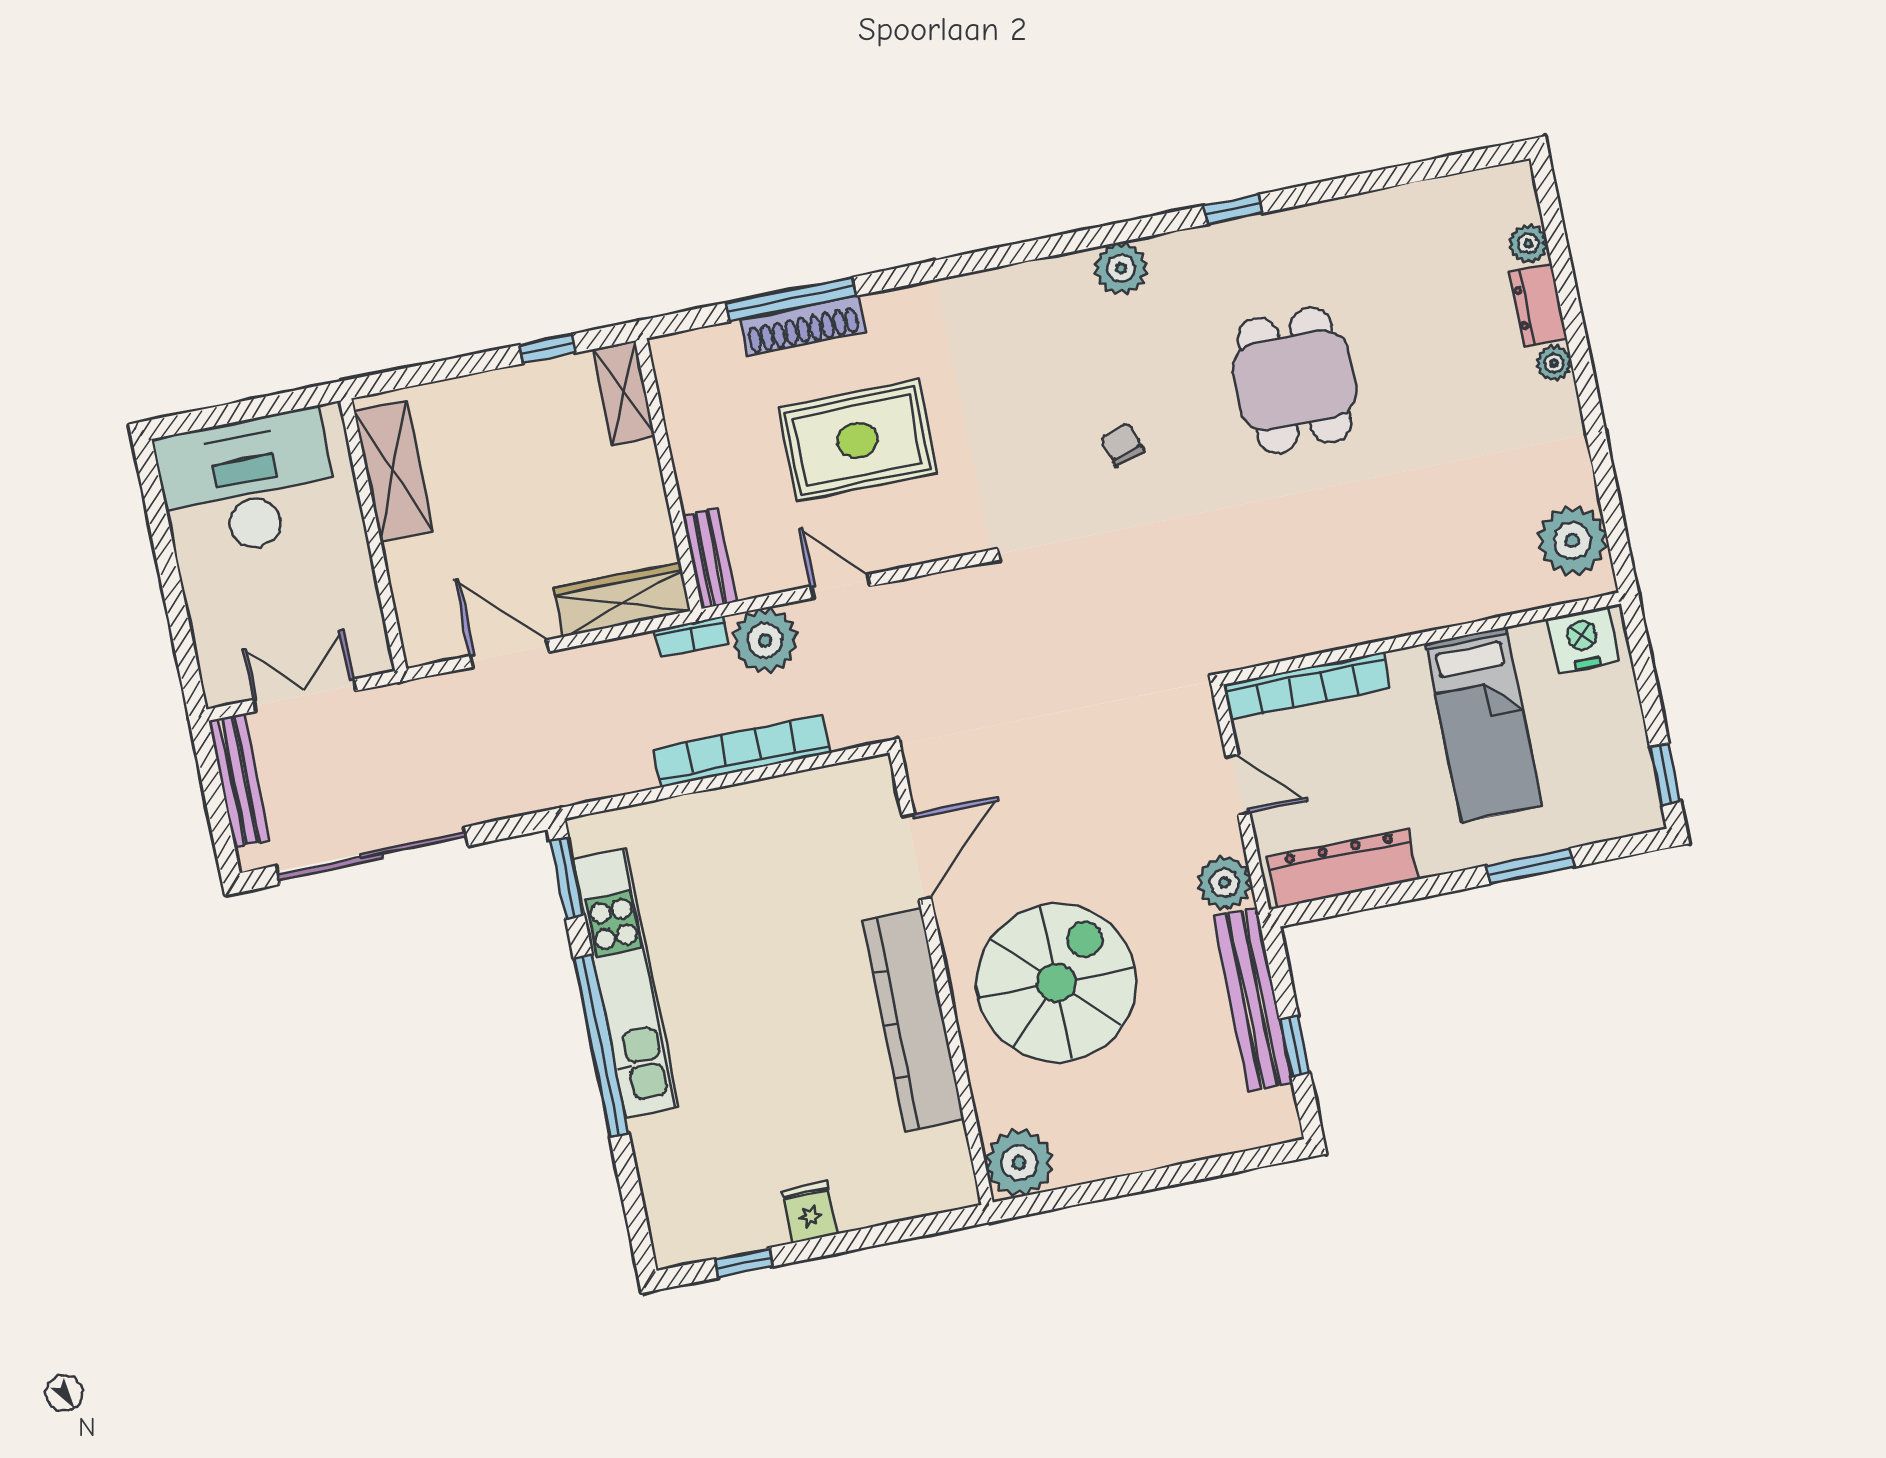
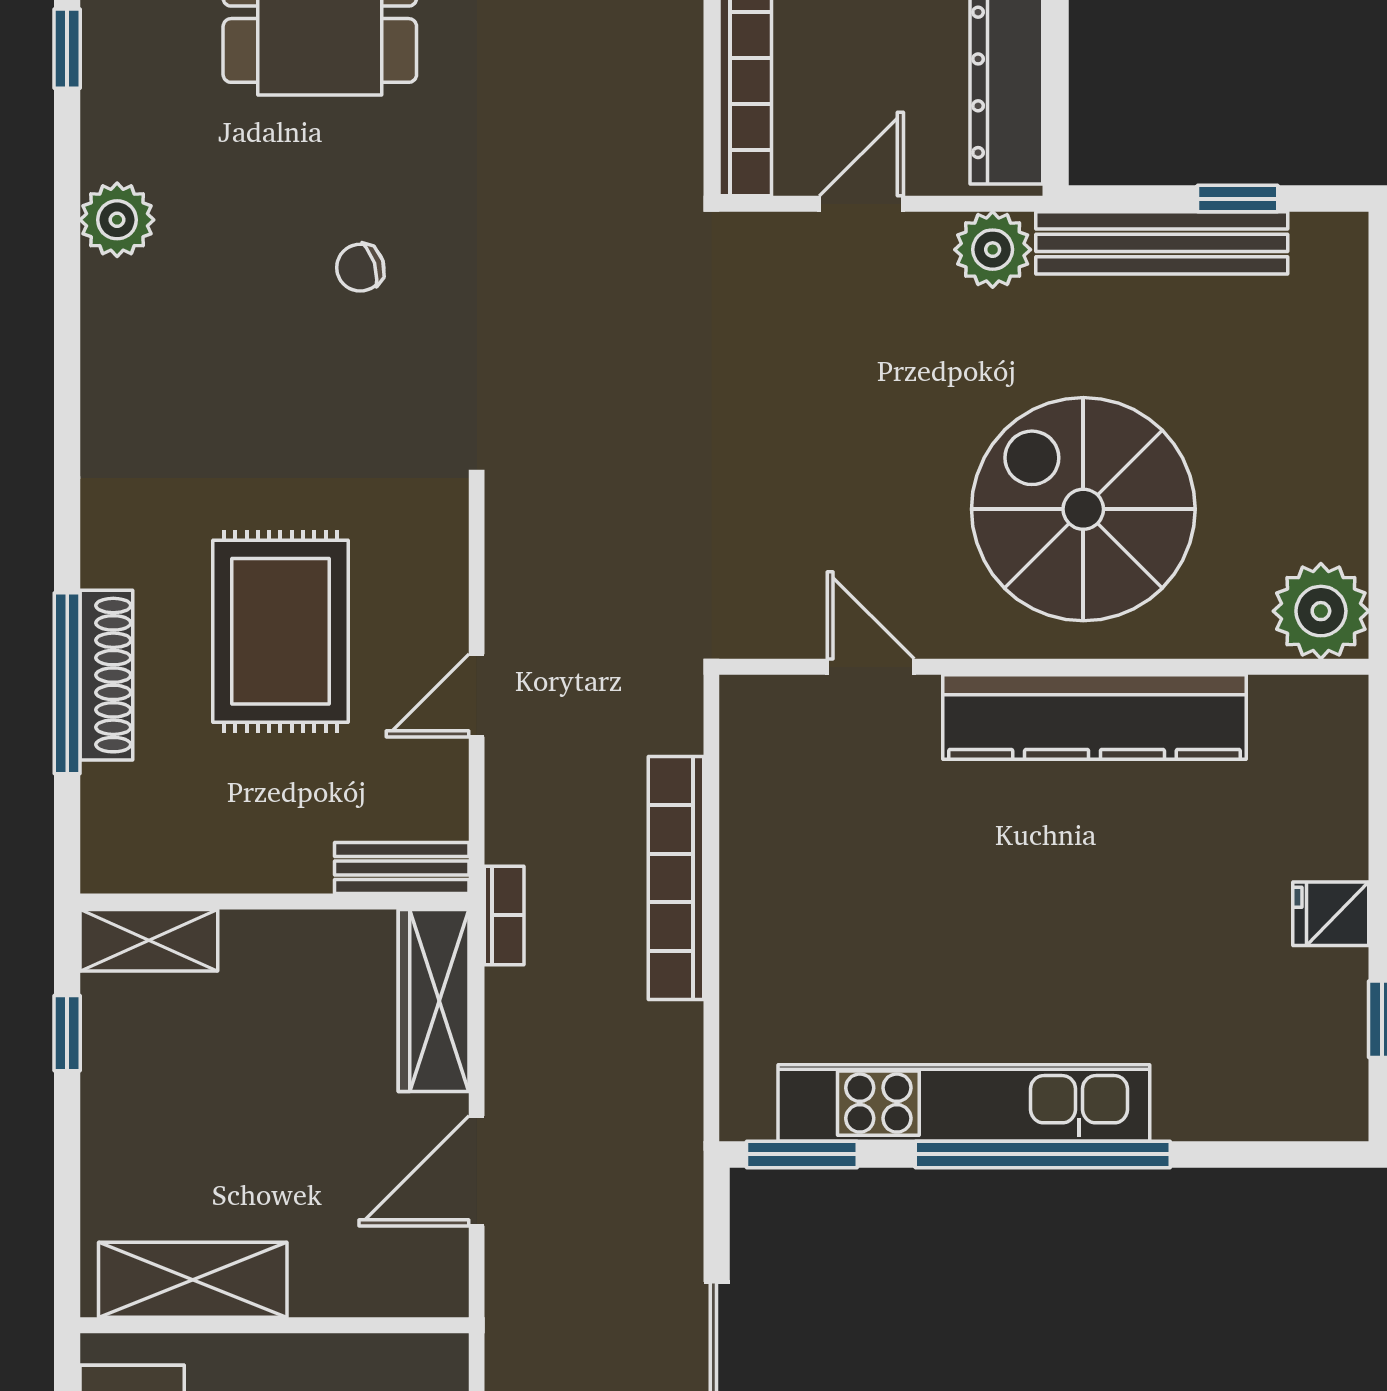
plant: (765, 641) -> (530, 815), removed
door: (917, 857) -> (871, 667), width x0.73

